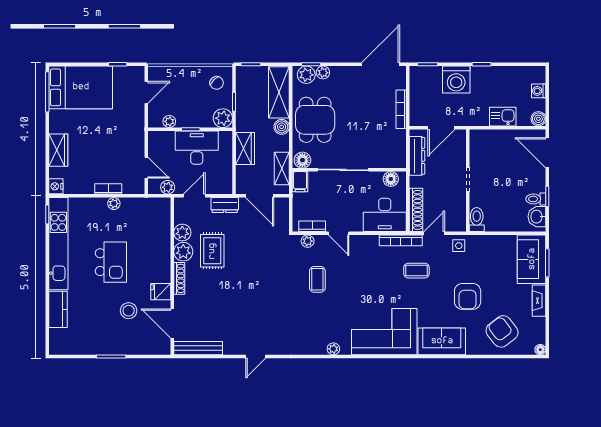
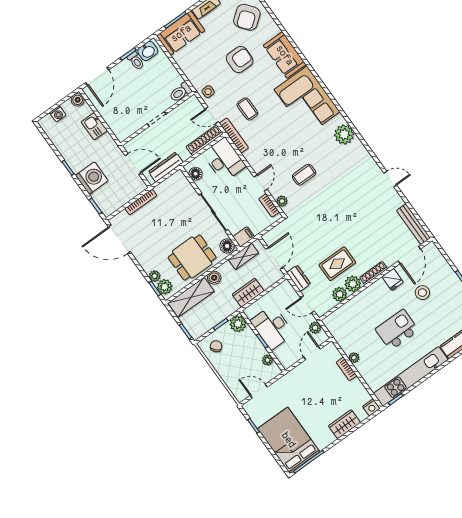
plant: (333, 349) -> (344, 134), width x1.88, depth x1.88

